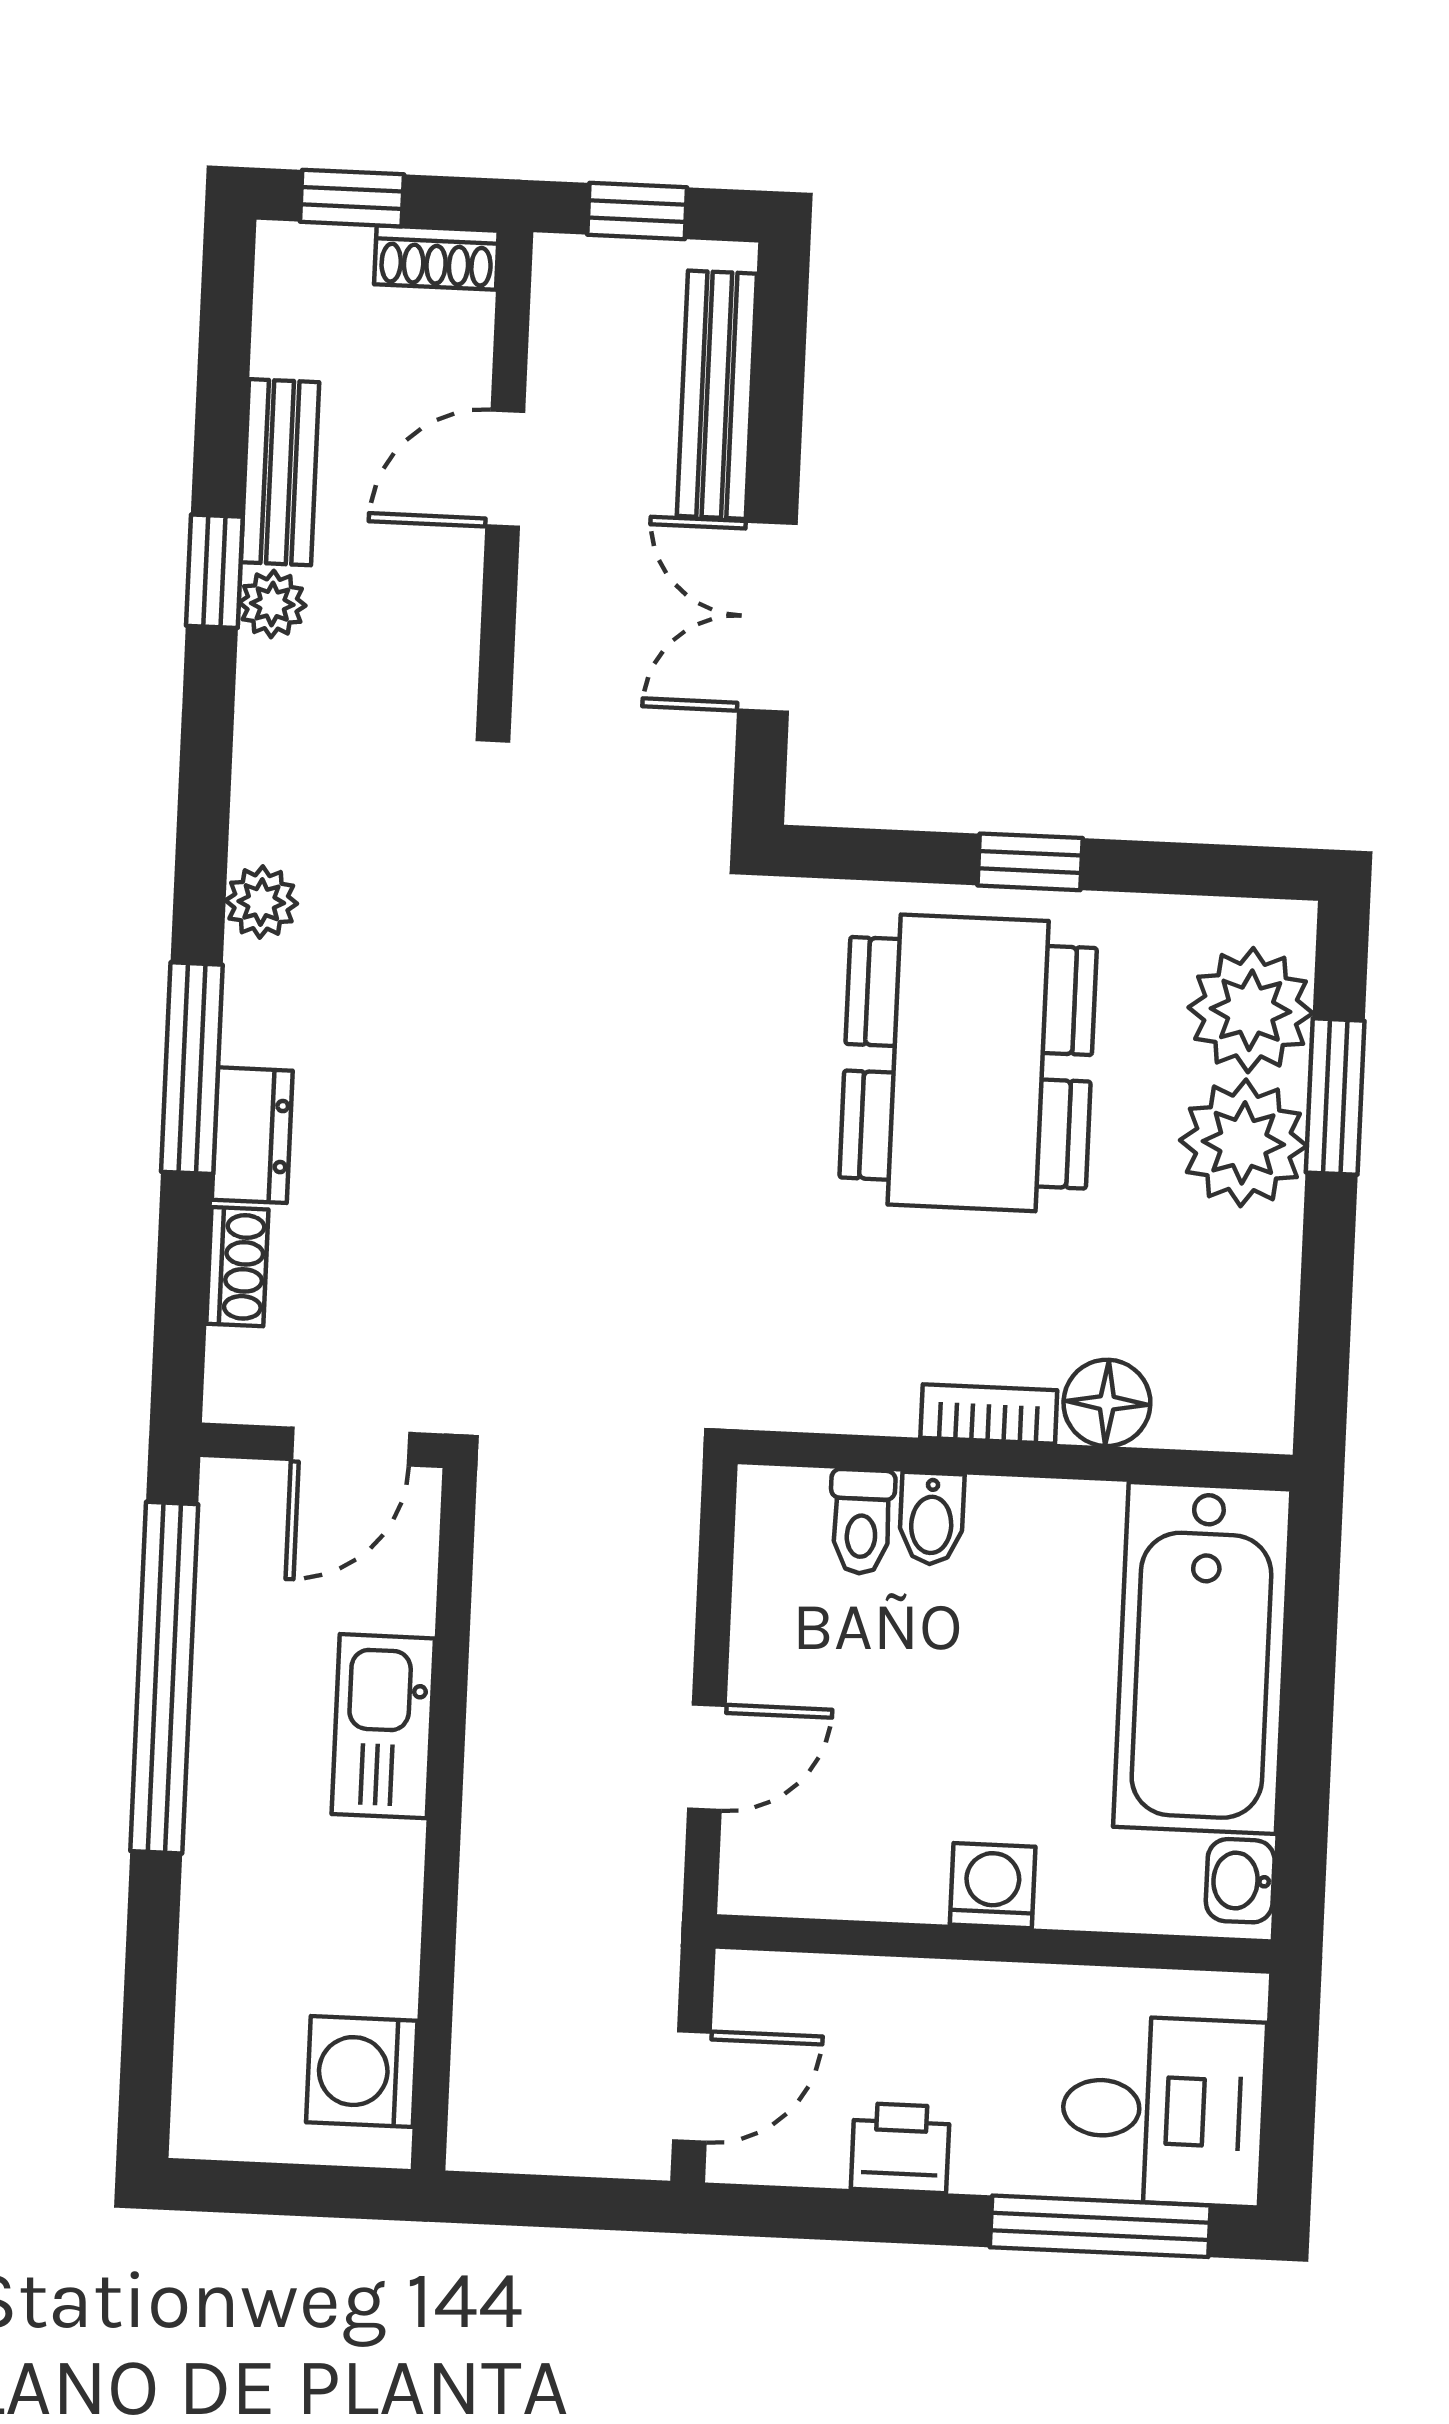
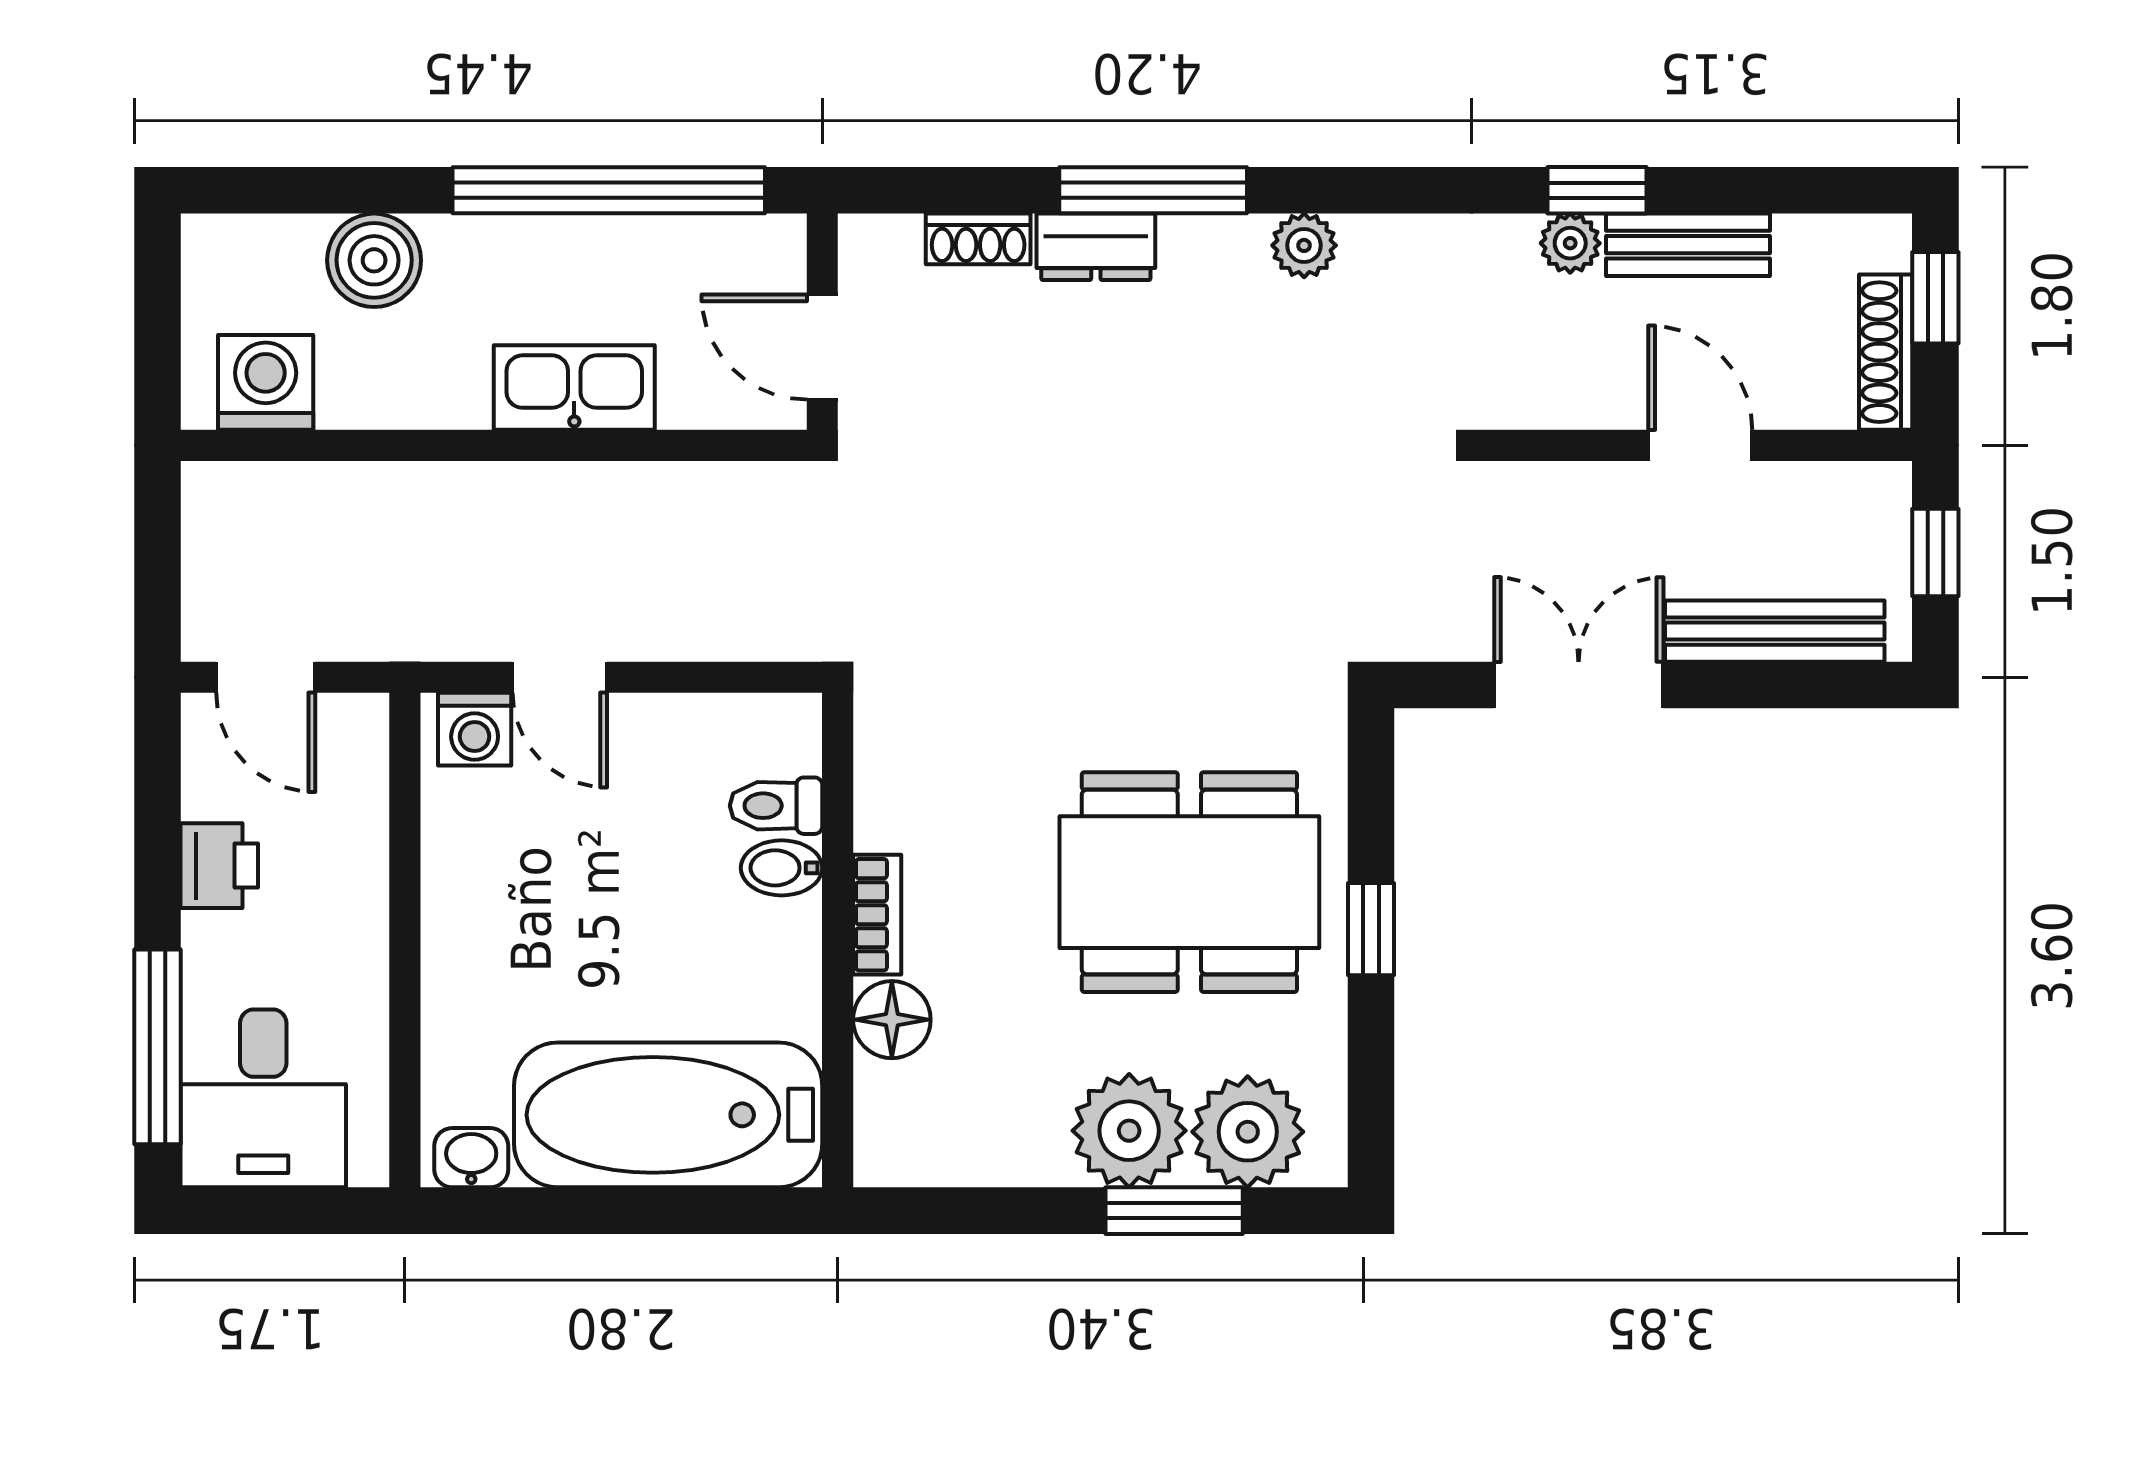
shoe rack: (436, 258) -> (1886, 352), width x1.43
washing machine: (993, 1886) -> (475, 729), moved, turned 90
boiler: (231, 1944) -> (374, 260), added

